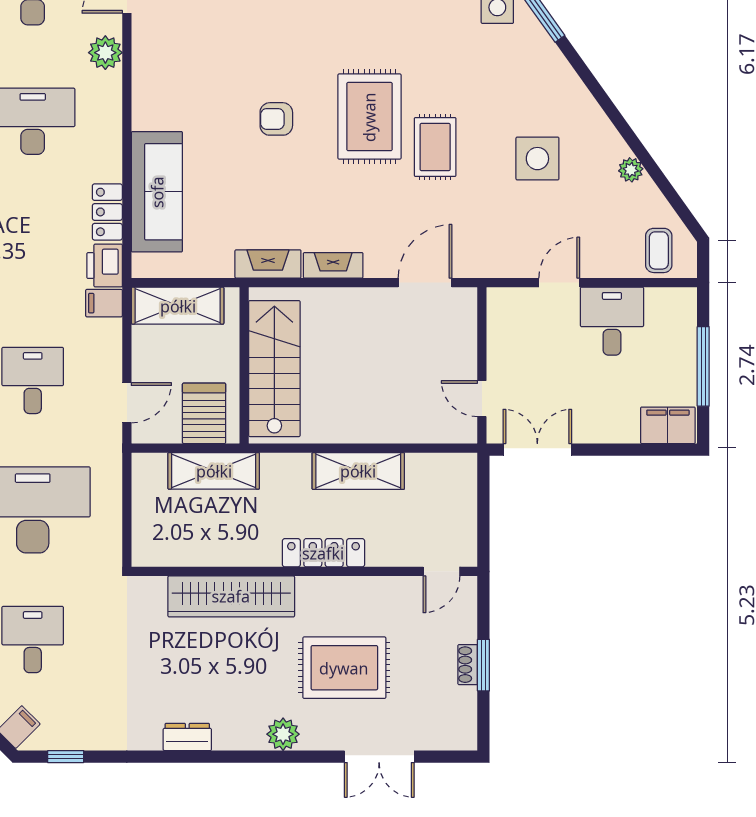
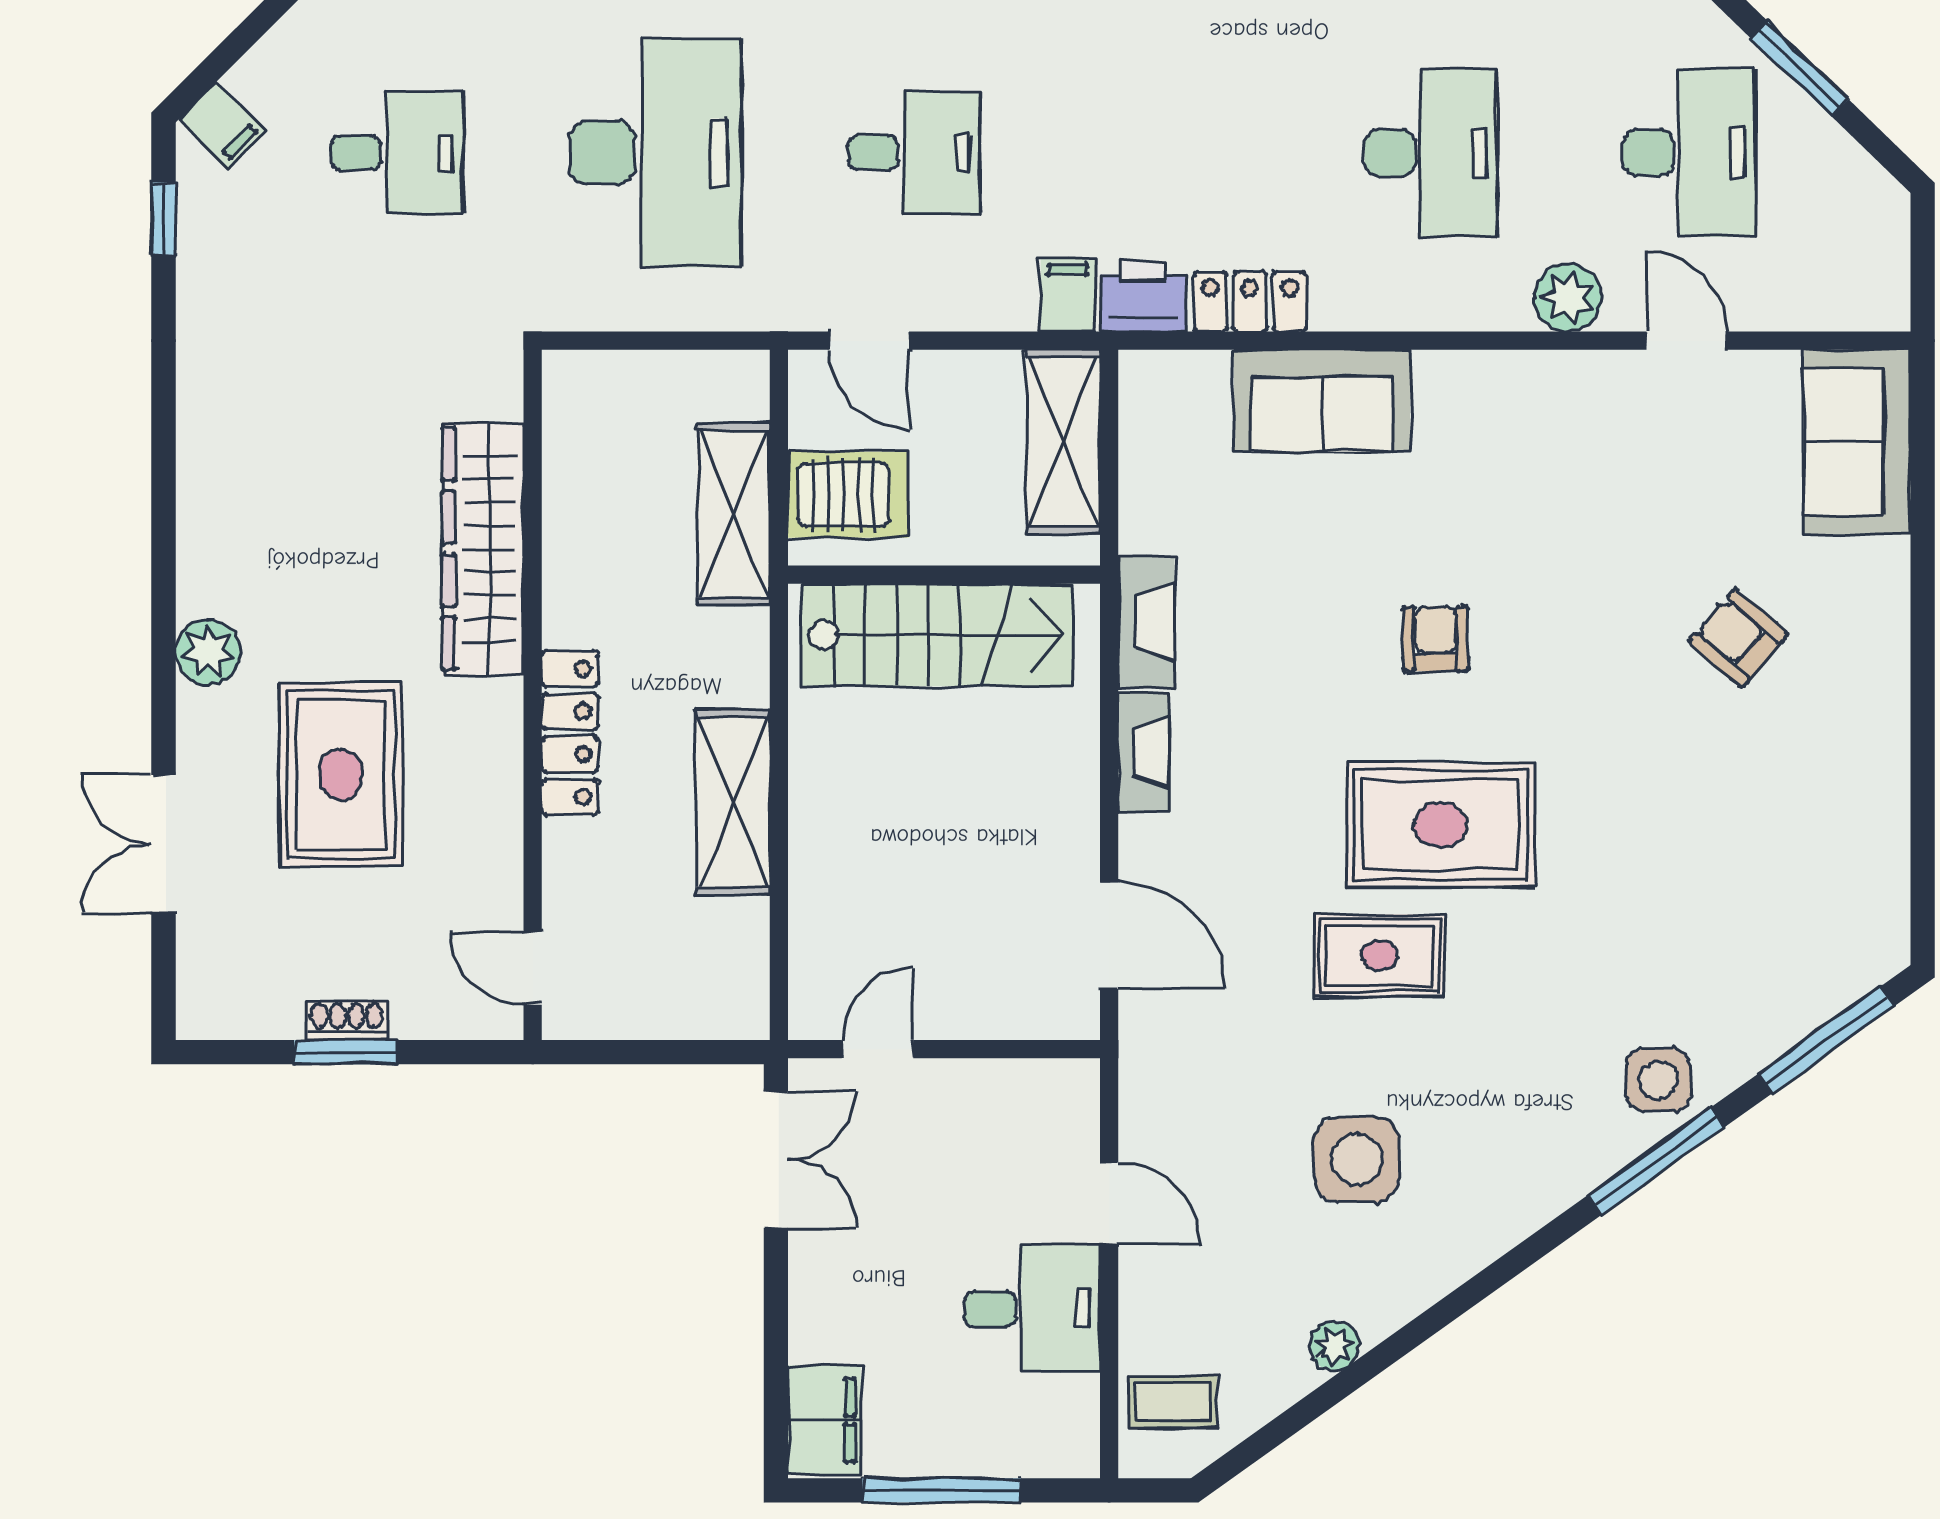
sofa: (157, 192) -> (1322, 401), width x0.73
dresser: (187, 737) -> (203, 461), removed

